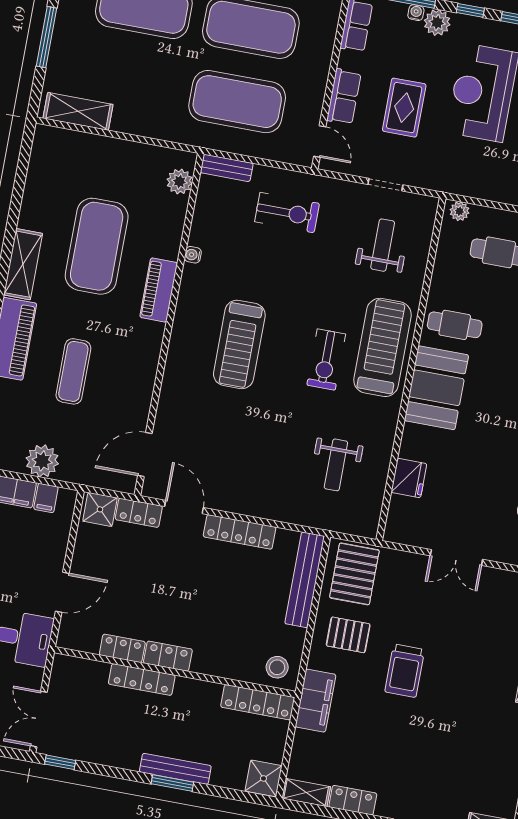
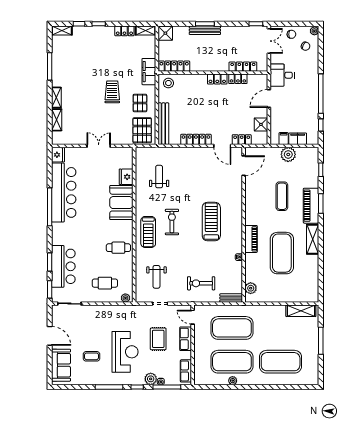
treadmill: (383, 347) -> (148, 232), width x0.73, depth x0.73
booth: (436, 388) -> (121, 203), moved
shower: (100, 509) -> (261, 124), moved
pallet: (348, 635) -> (140, 103), turned 90
locker: (142, 680) -> (243, 67), moved

